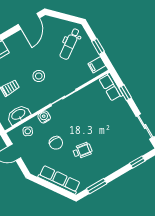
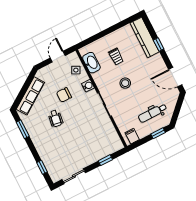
dental chair: (70, 44) -> (152, 113), turned -55
window: (98, 46) -> (158, 133), moved
row of seats: (111, 87) -> (111, 148), removed

